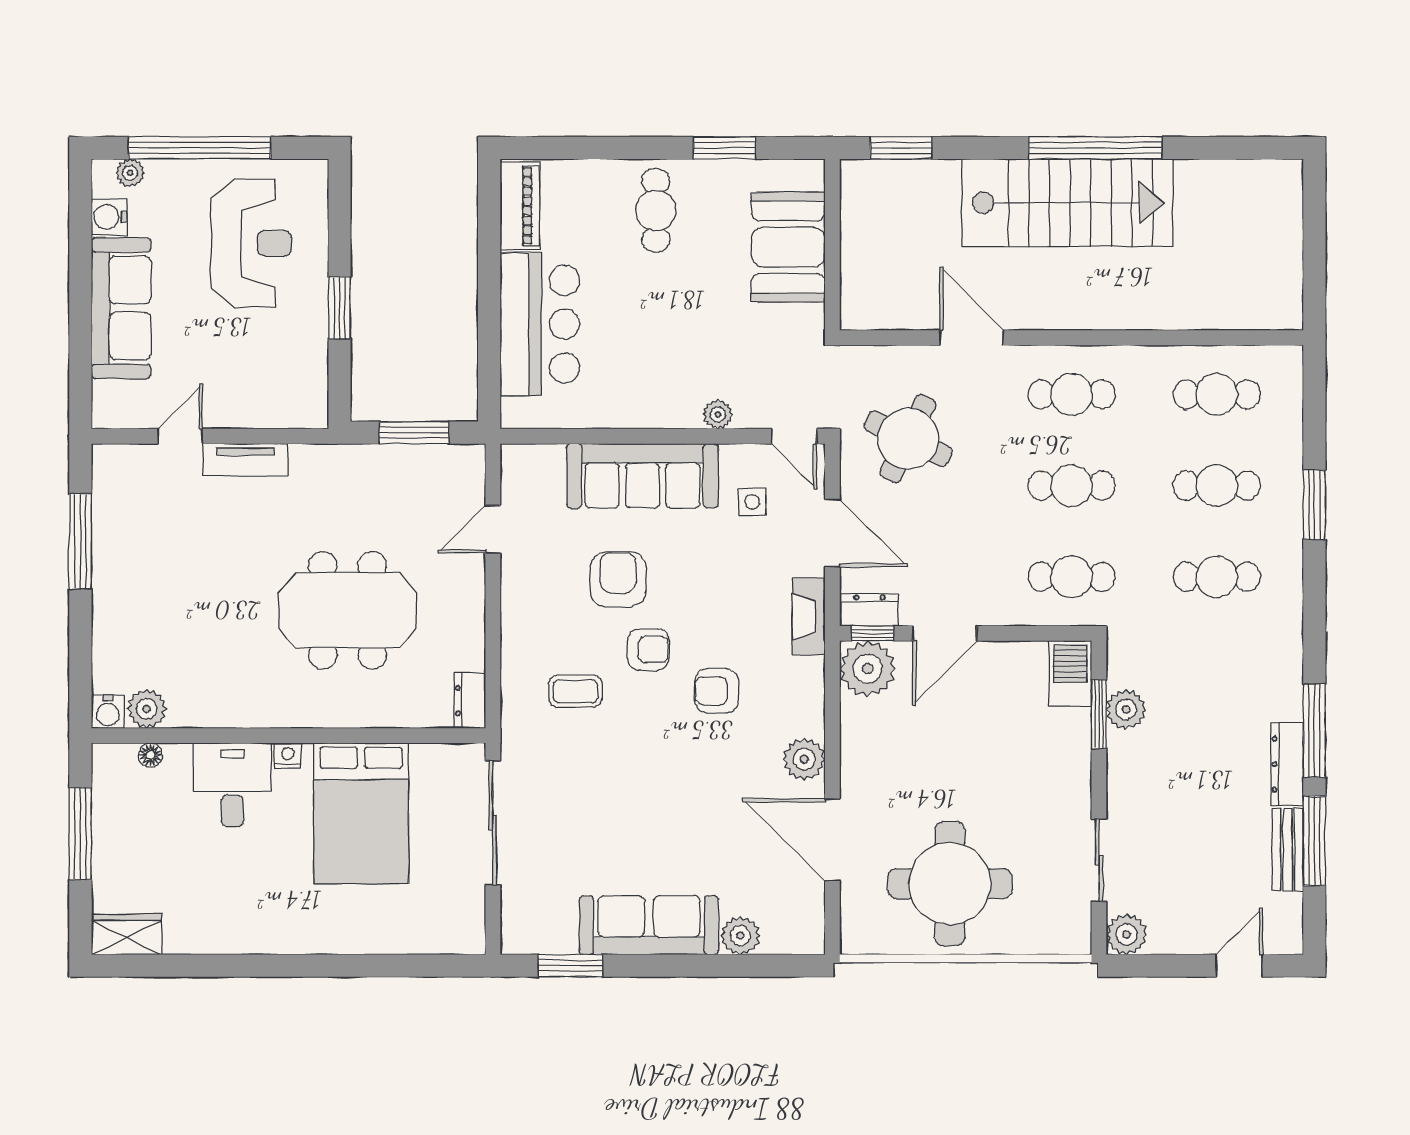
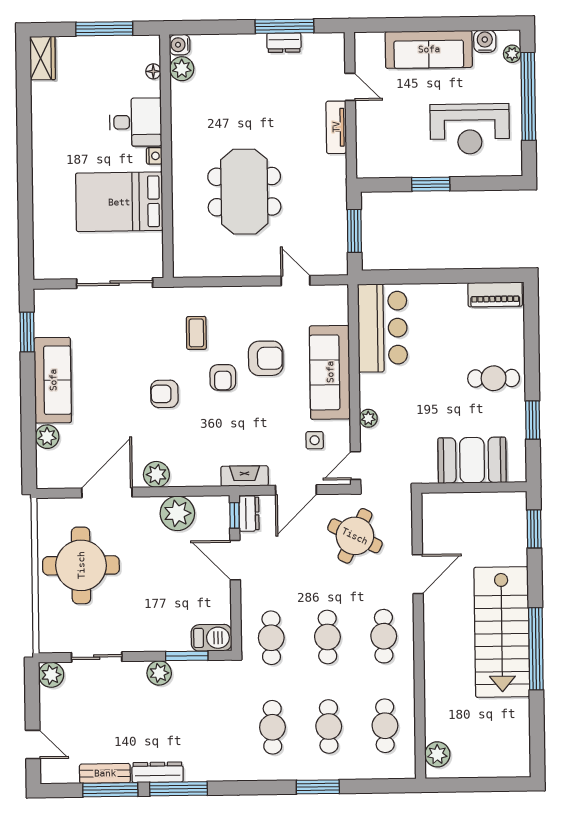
plant: (1264, 310) -> (437, 754), added
bar counter: (540, 324) -> (382, 328), moved, turned -90
plant: (868, 669) -> (177, 513), moved
armchair: (717, 691) -> (164, 394), moved, turned -90
dresser: (470, 701) -> (284, 43), moved, turned 180
plant: (1126, 709) -> (159, 673), moved

